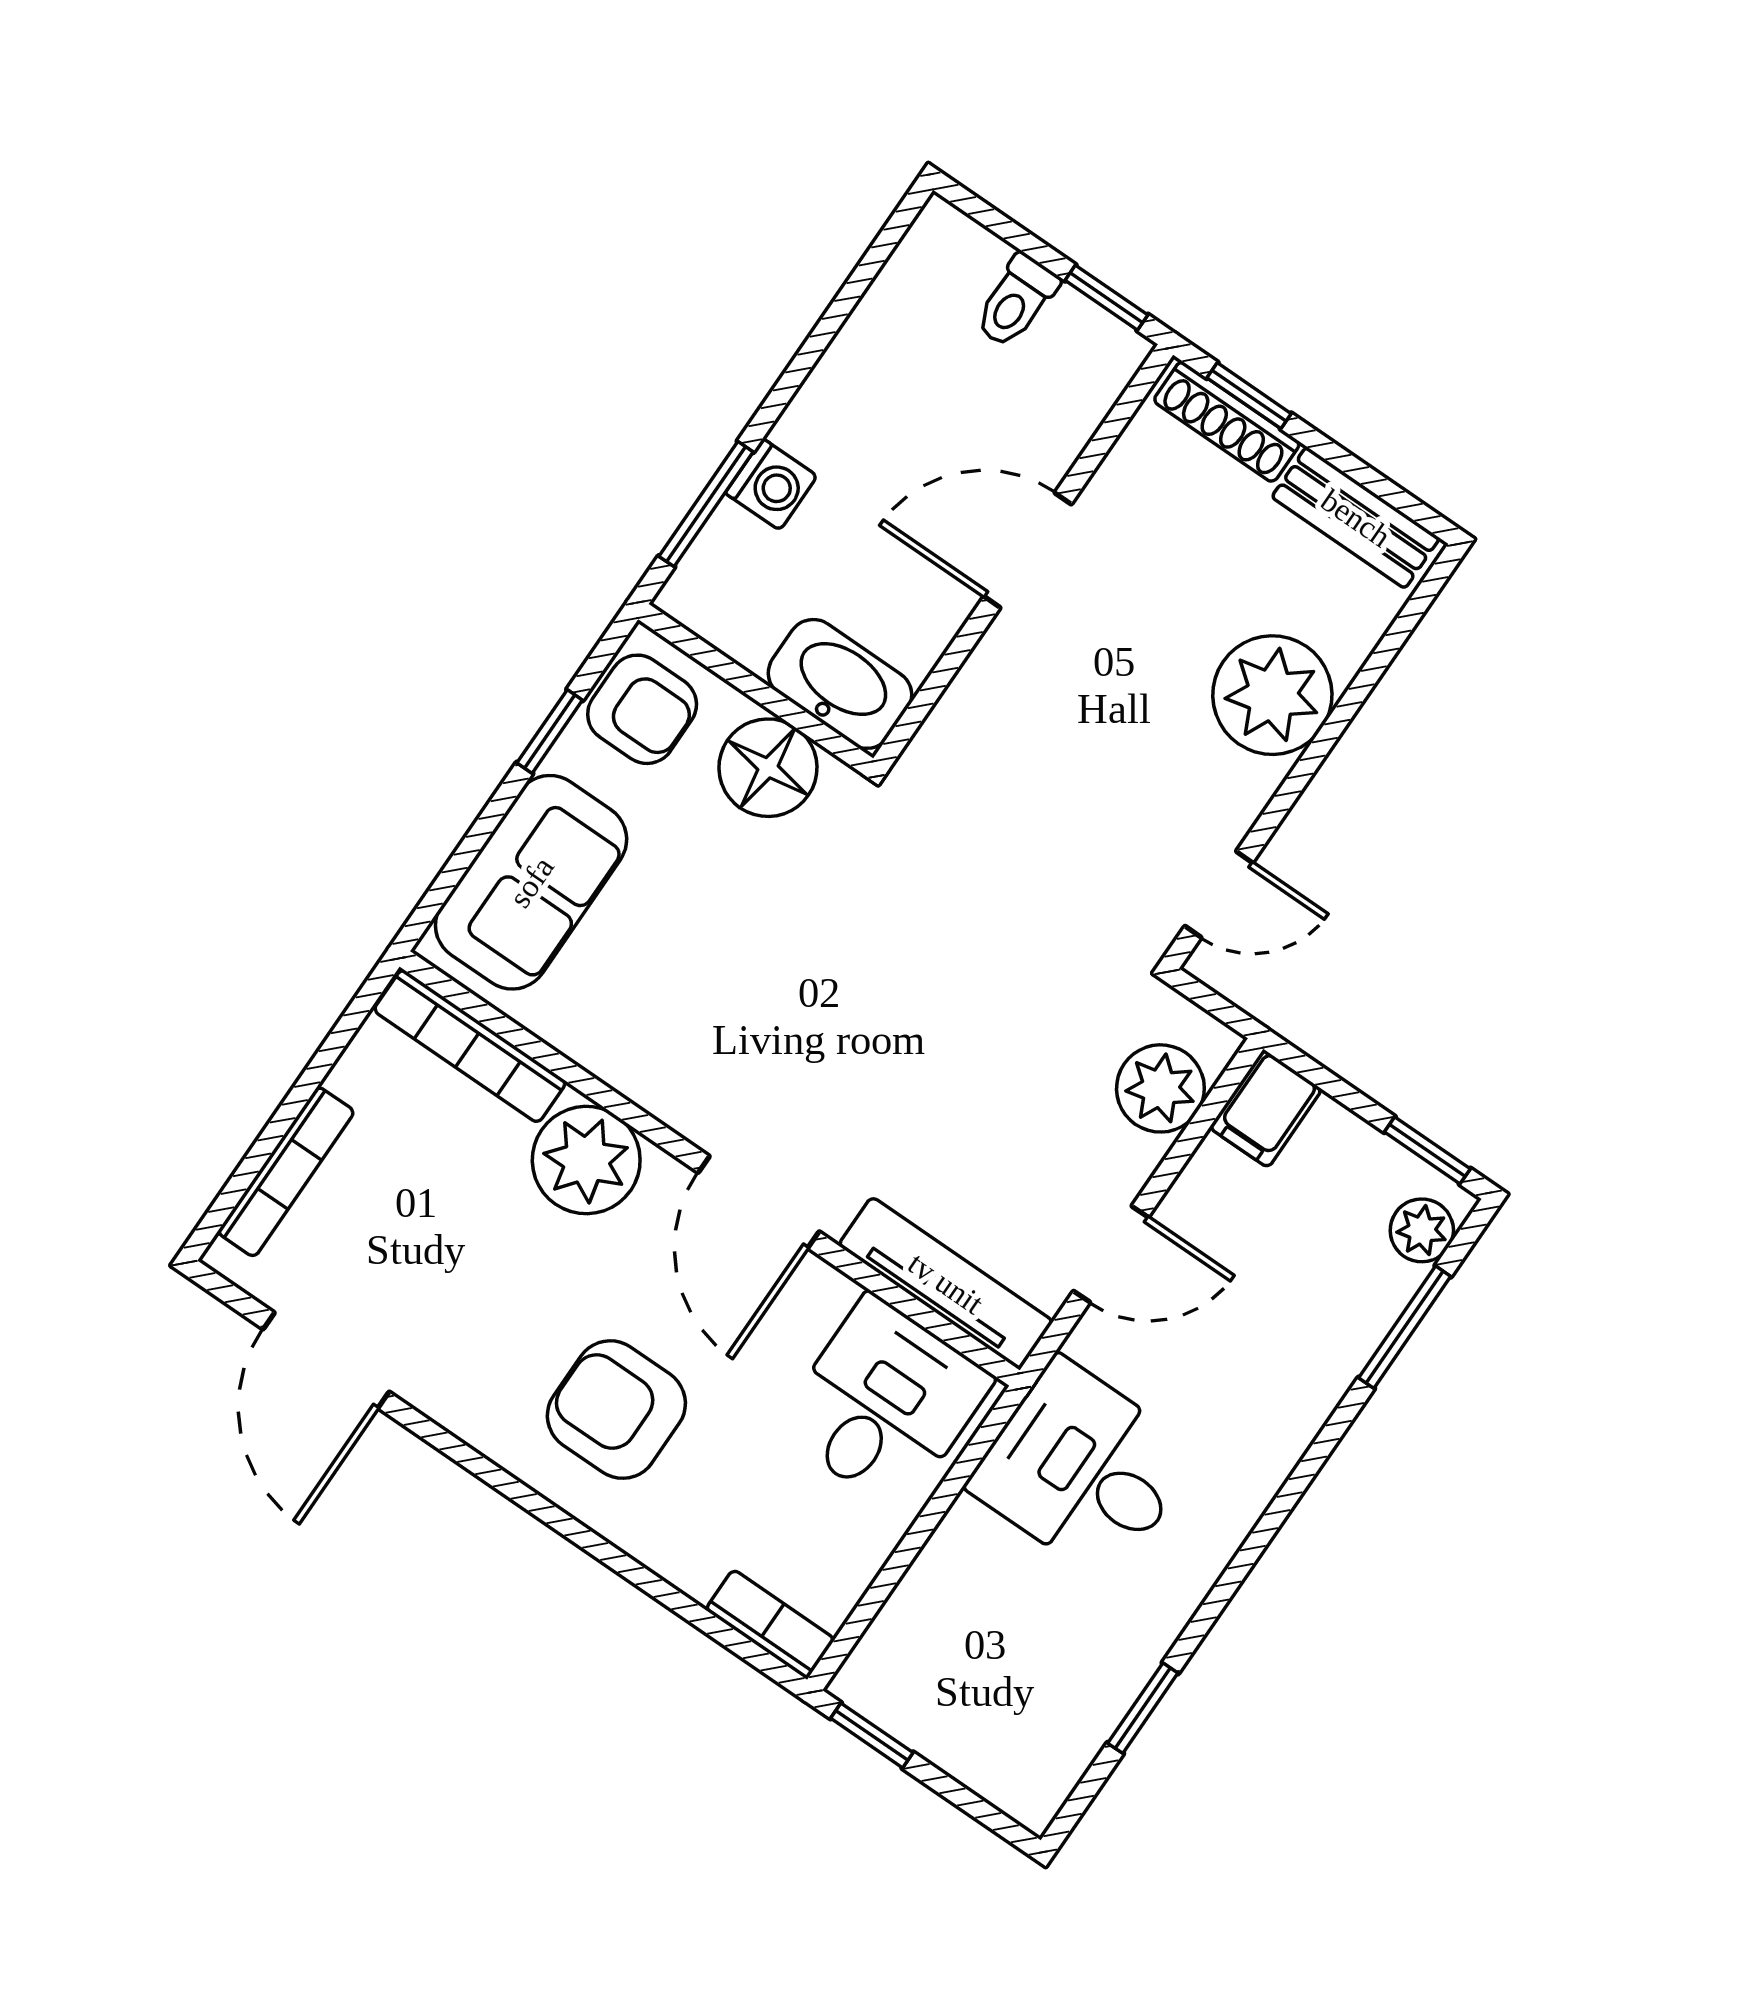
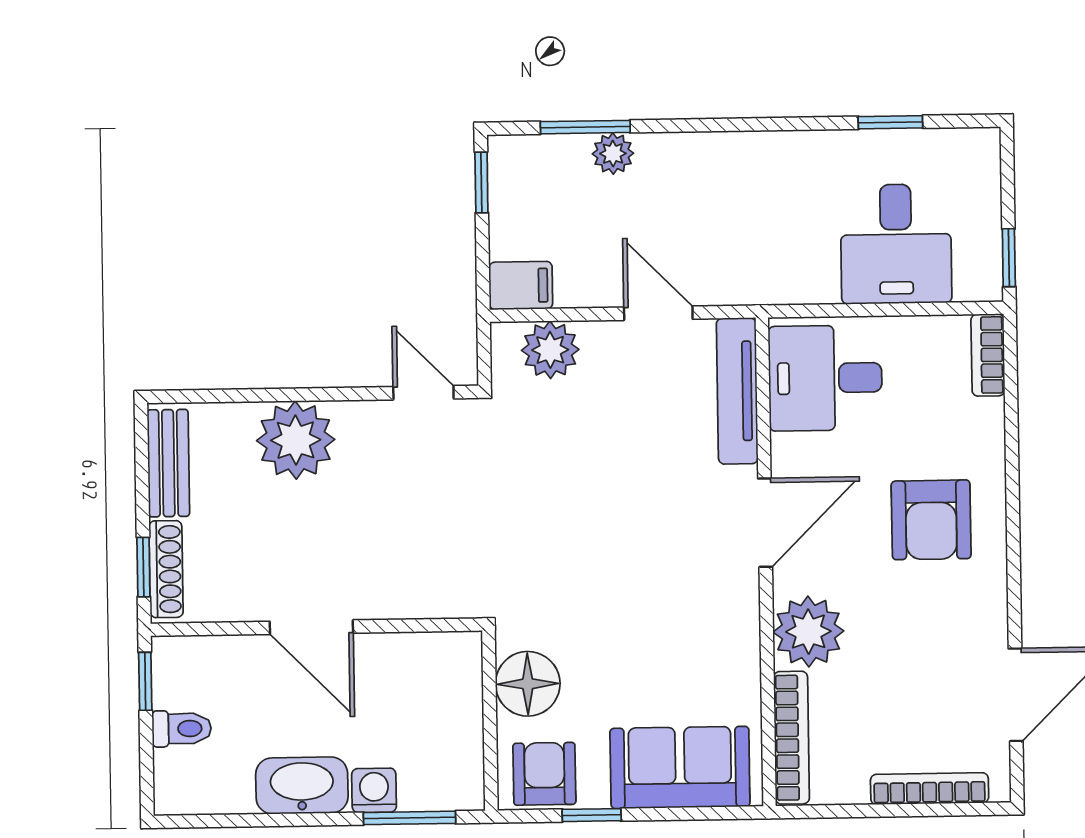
washbasin: (840, 684) -> (302, 785), moved, turned 90
plant: (1422, 1230) -> (613, 154), moved
desk: (1083, 1470) -> (896, 244), moved

